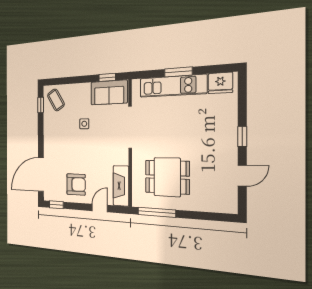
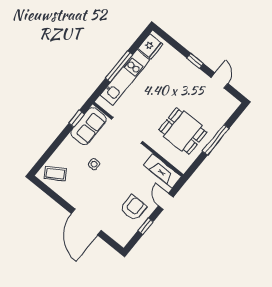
window: (178, 72) -> (119, 66), width x1.44
window: (41, 105) -> (47, 190), removed
door: (41, 174) -> (86, 222), moved
dining table: (167, 177) -> (183, 131), turned 90
window: (56, 205) -> (146, 226), moved
window: (157, 212) -> (216, 140), moved

